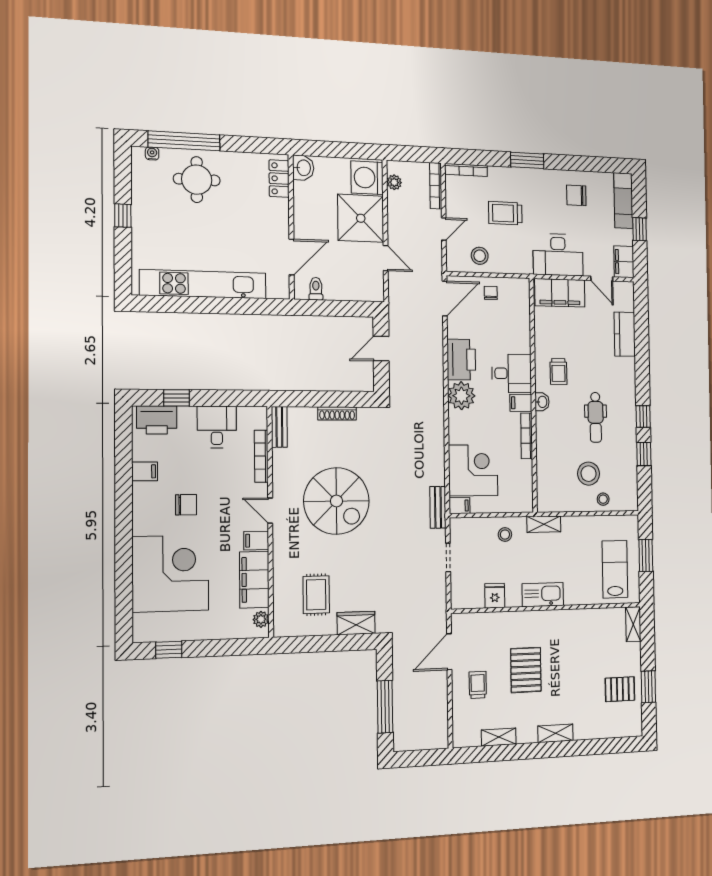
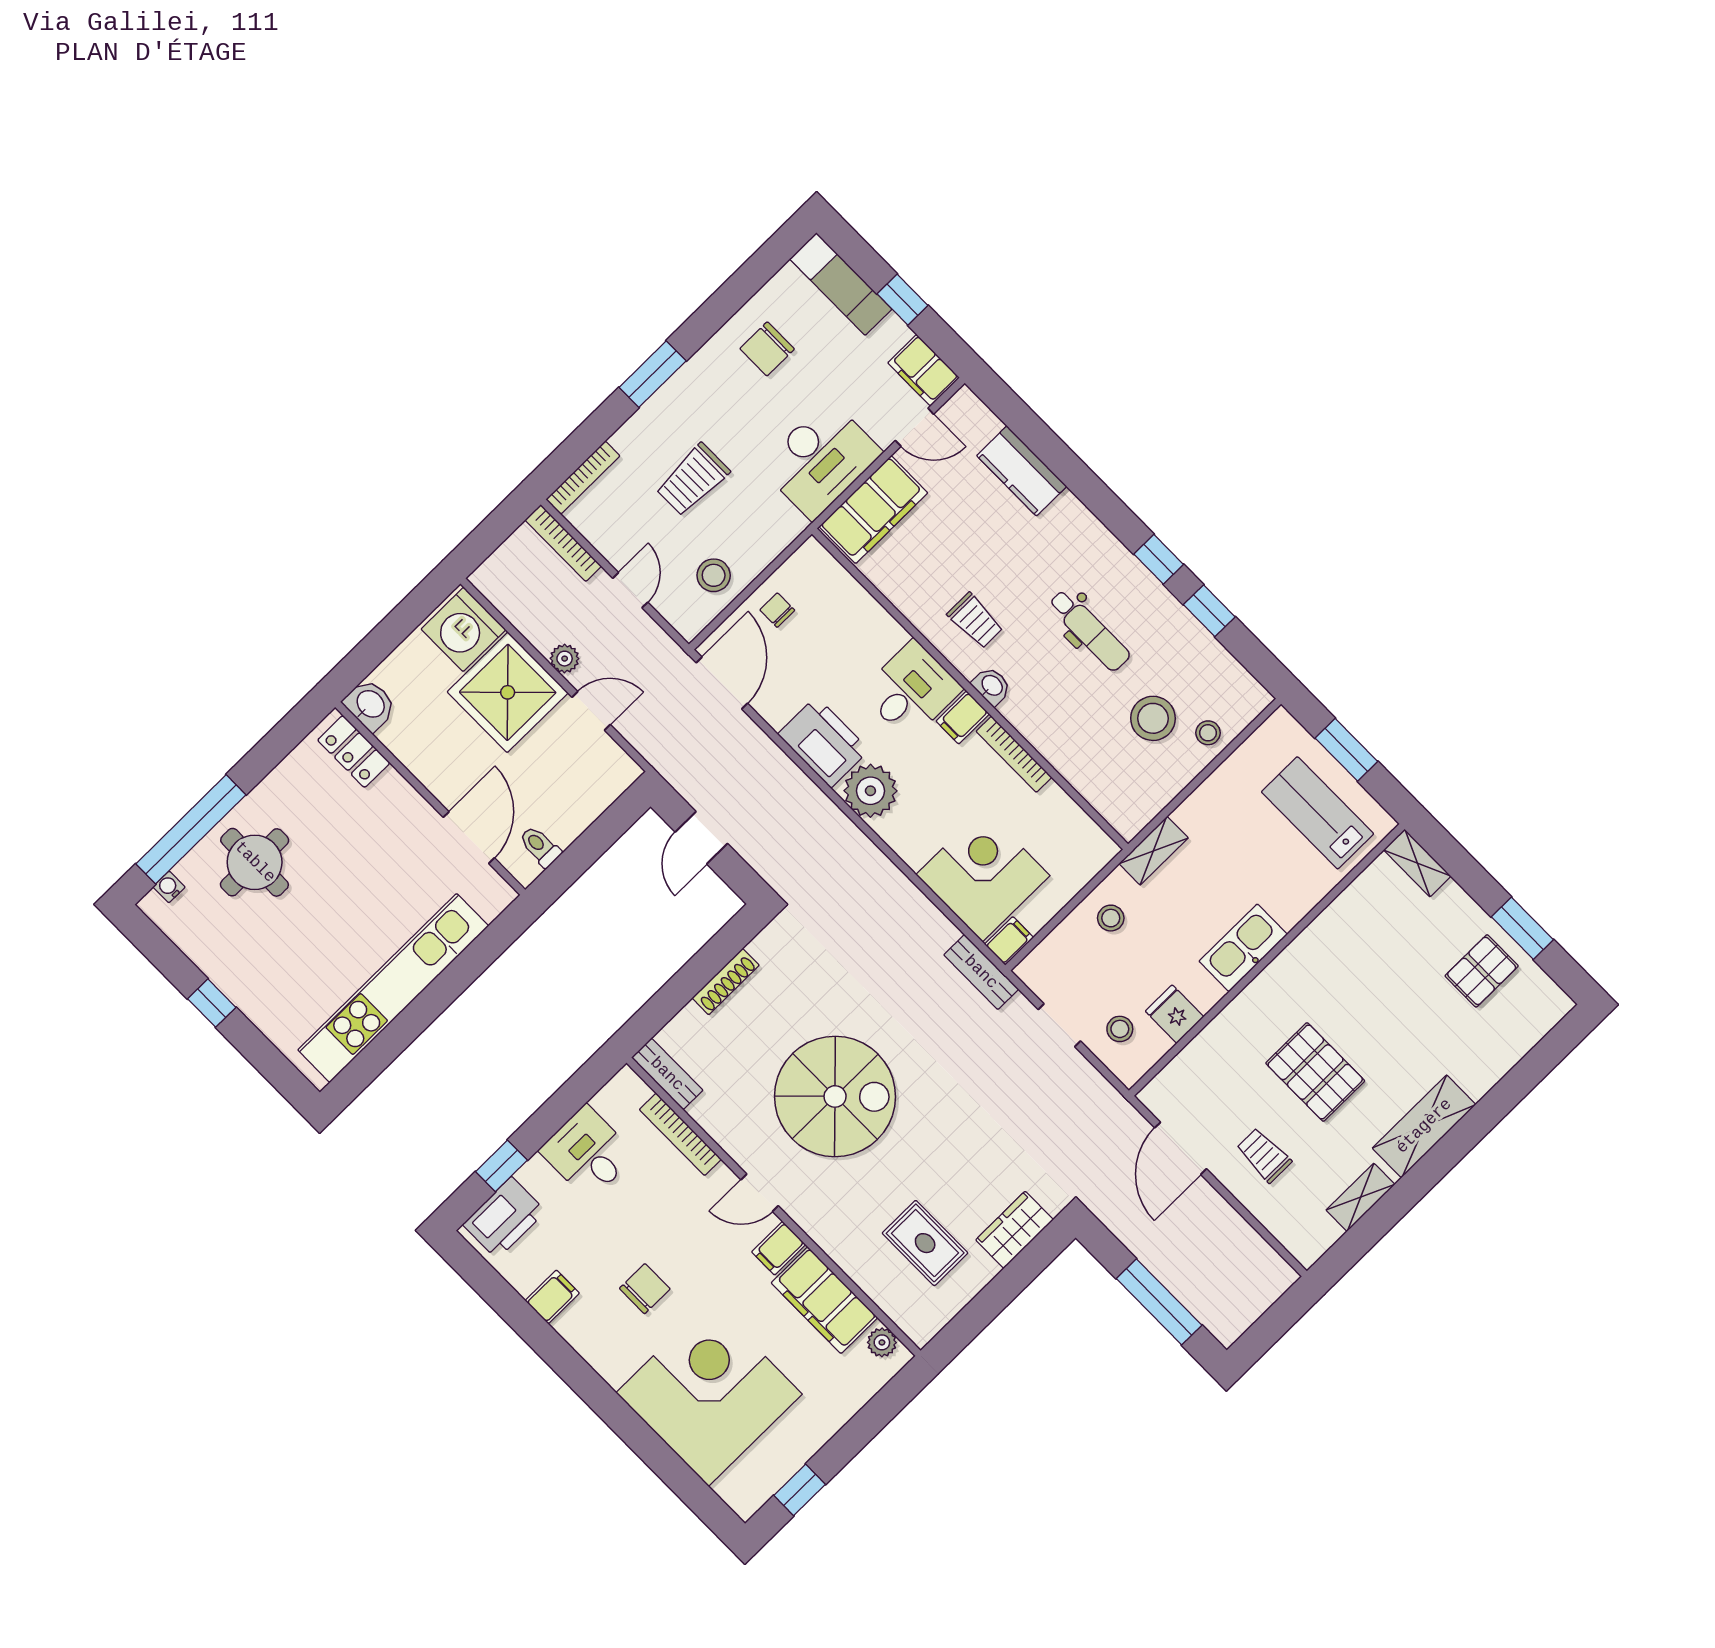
plant: (394, 182) -> (565, 659), moved
stool: (469, 581) -> (1120, 1029), added
shelving: (555, 733) -> (1424, 1126), width x1.50, depth x1.33

